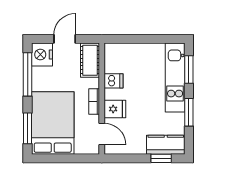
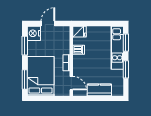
cot: (90, 60) -> (64, 37), removed
window: (28, 74) -> (25, 46), width x0.69
fridge: (115, 109) -> (79, 32), moved
kitchen counter: (166, 145) -> (99, 90), moved
window: (161, 158) -> (108, 98), removed

